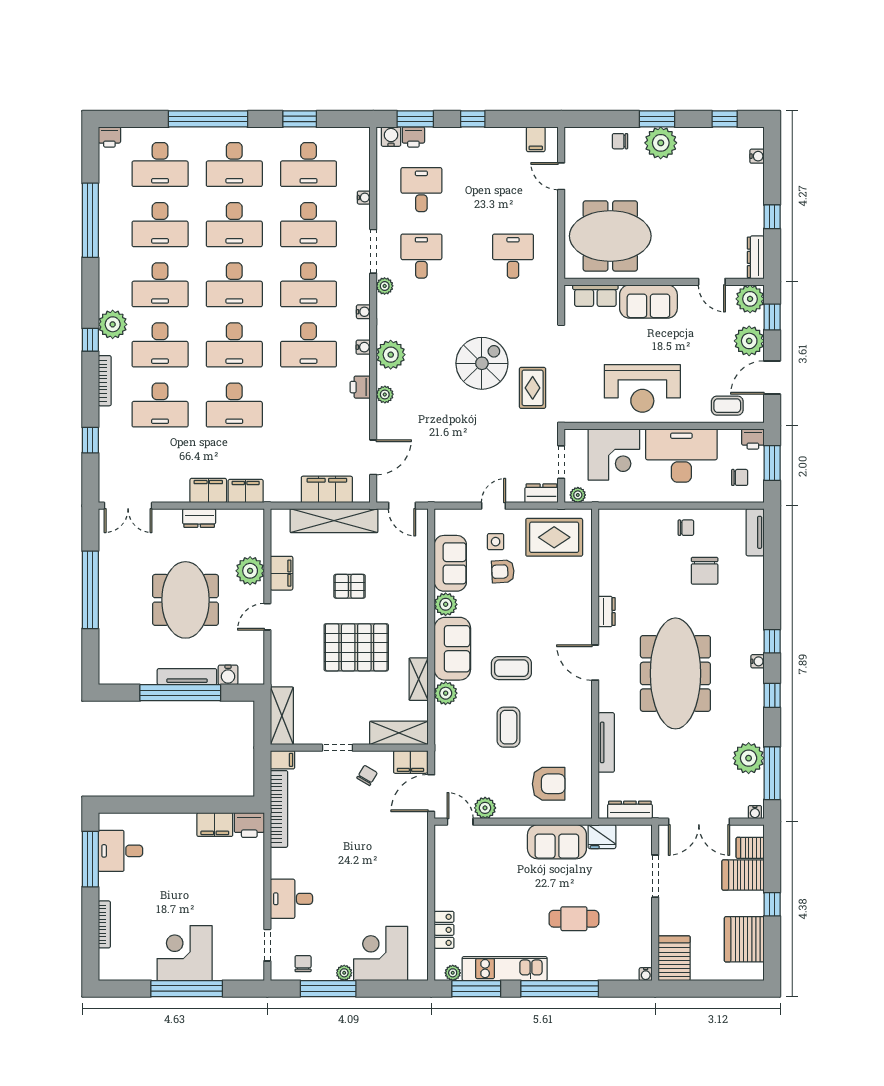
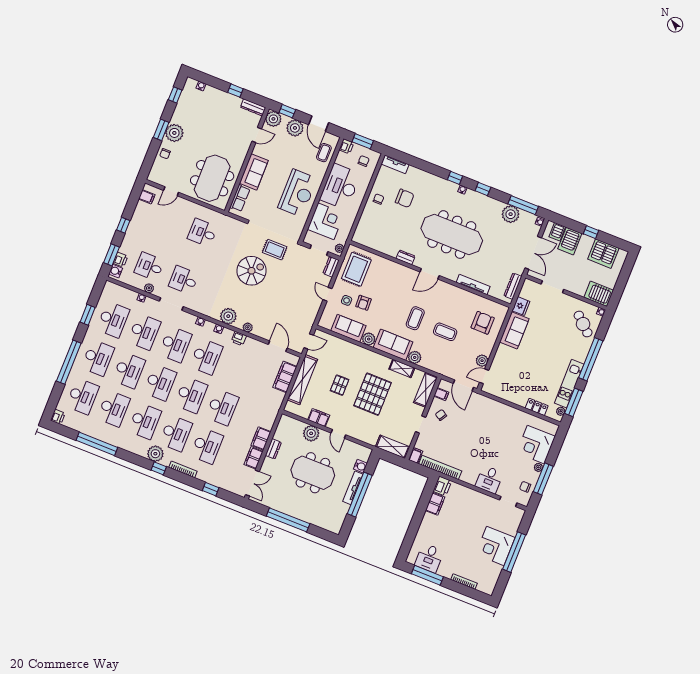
plant: (385, 286) -> (149, 288), moved
spiral stairs: (482, 363) -> (252, 271), turned 90
filing cabinet: (246, 491) -> (254, 458), moved
filing cabinet: (410, 762) -> (441, 394), width x0.50
cafe table: (574, 919) -> (583, 324), moved, turned -48

